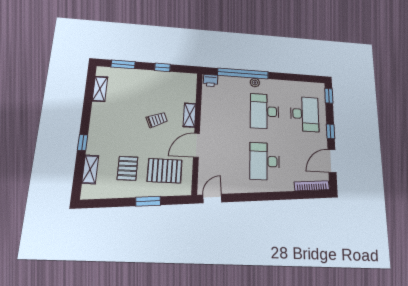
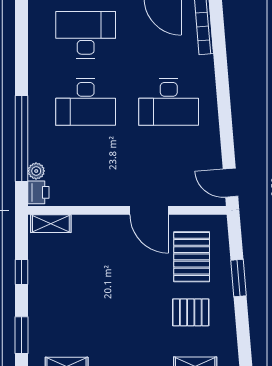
plant: (255, 83) -> (36, 171), moved
shelving: (190, 115) -> (51, 224), moved
trolley: (157, 120) -> (112, 275), removed

